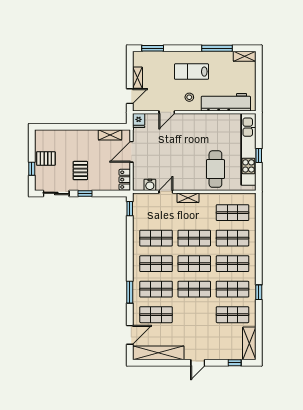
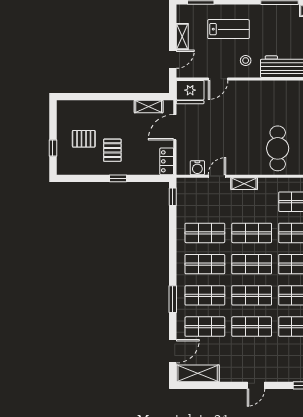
lab bench: (192, 72) -> (228, 29), moved, turned 180
fridge: (139, 121) -> (190, 92), width x1.88, depth x1.34
pallet: (46, 158) -> (84, 139), moved
sliding door: (56, 193) -> (83, 178), removed
shop shelf: (194, 315) -> (252, 327), added
shelving: (158, 353) -> (198, 373), width x0.68

